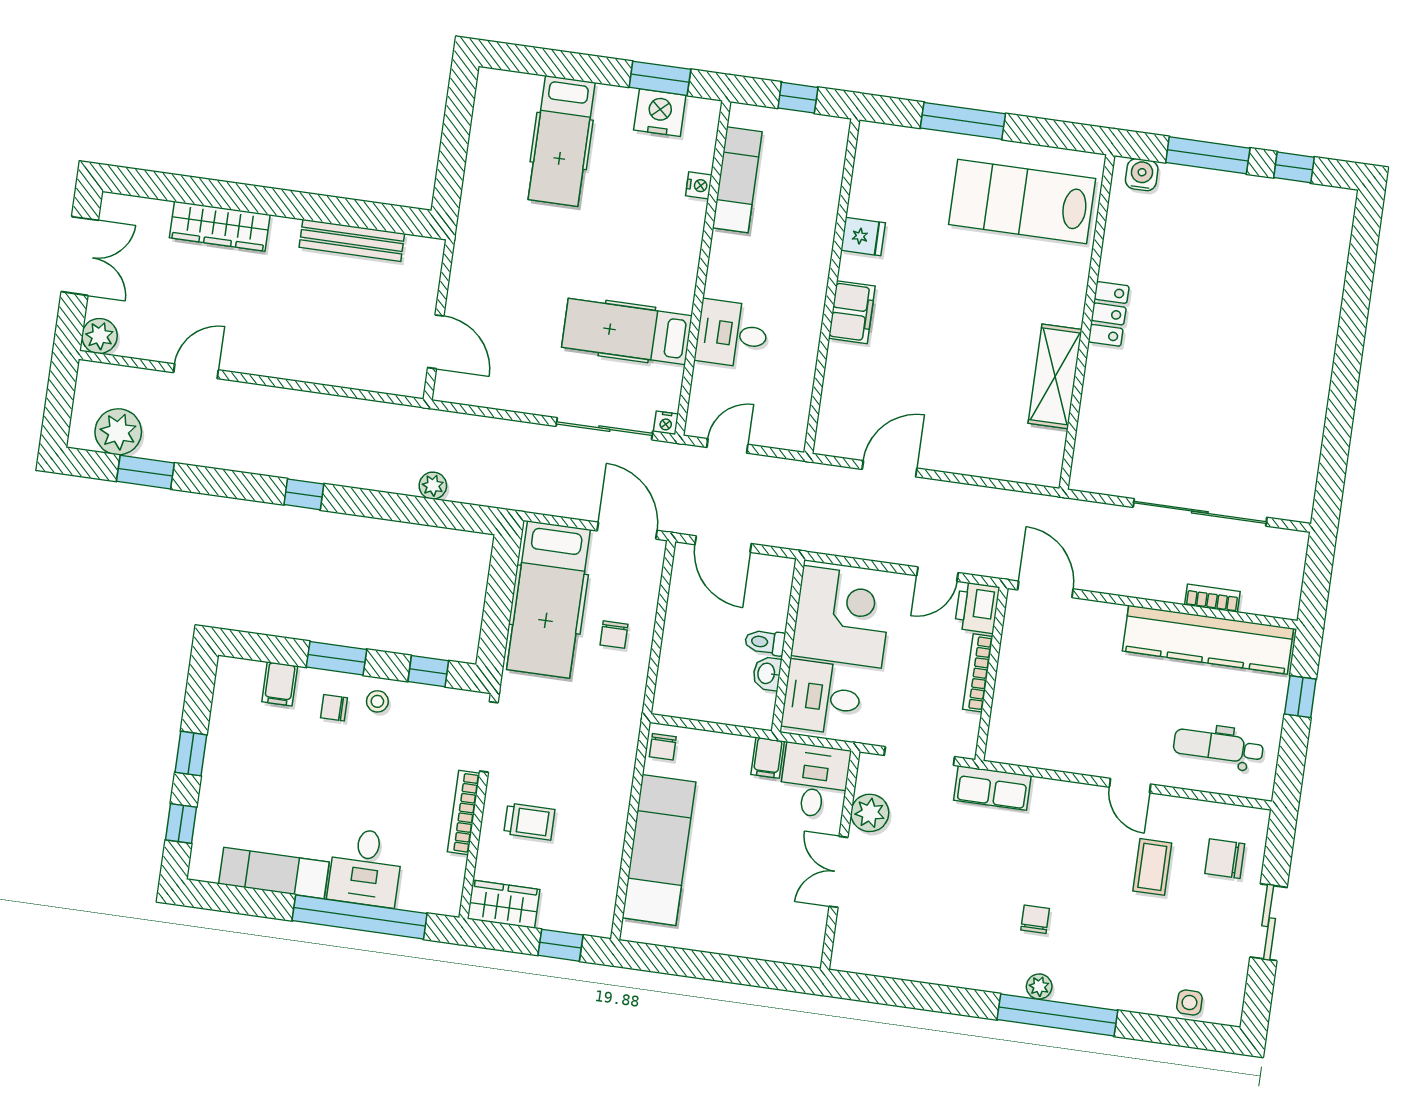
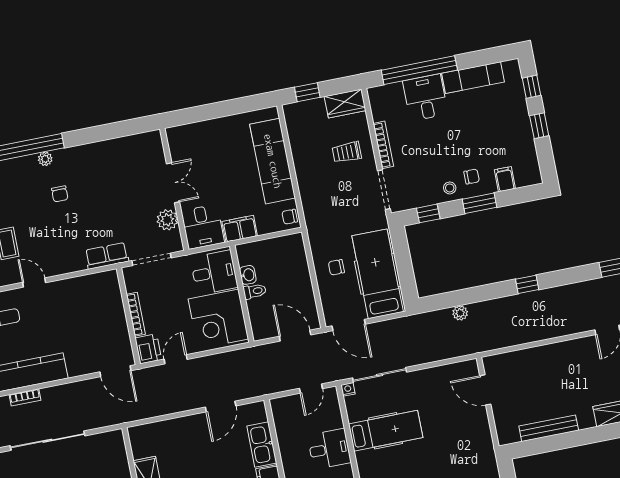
kitchen sink: (843, 381) -> (262, 444), added
chair: (614, 635) -> (336, 267), turned -90
chair: (663, 747) -> (290, 217), turned -90
filing cabinet: (768, 758) -> (240, 229), width x2.00

